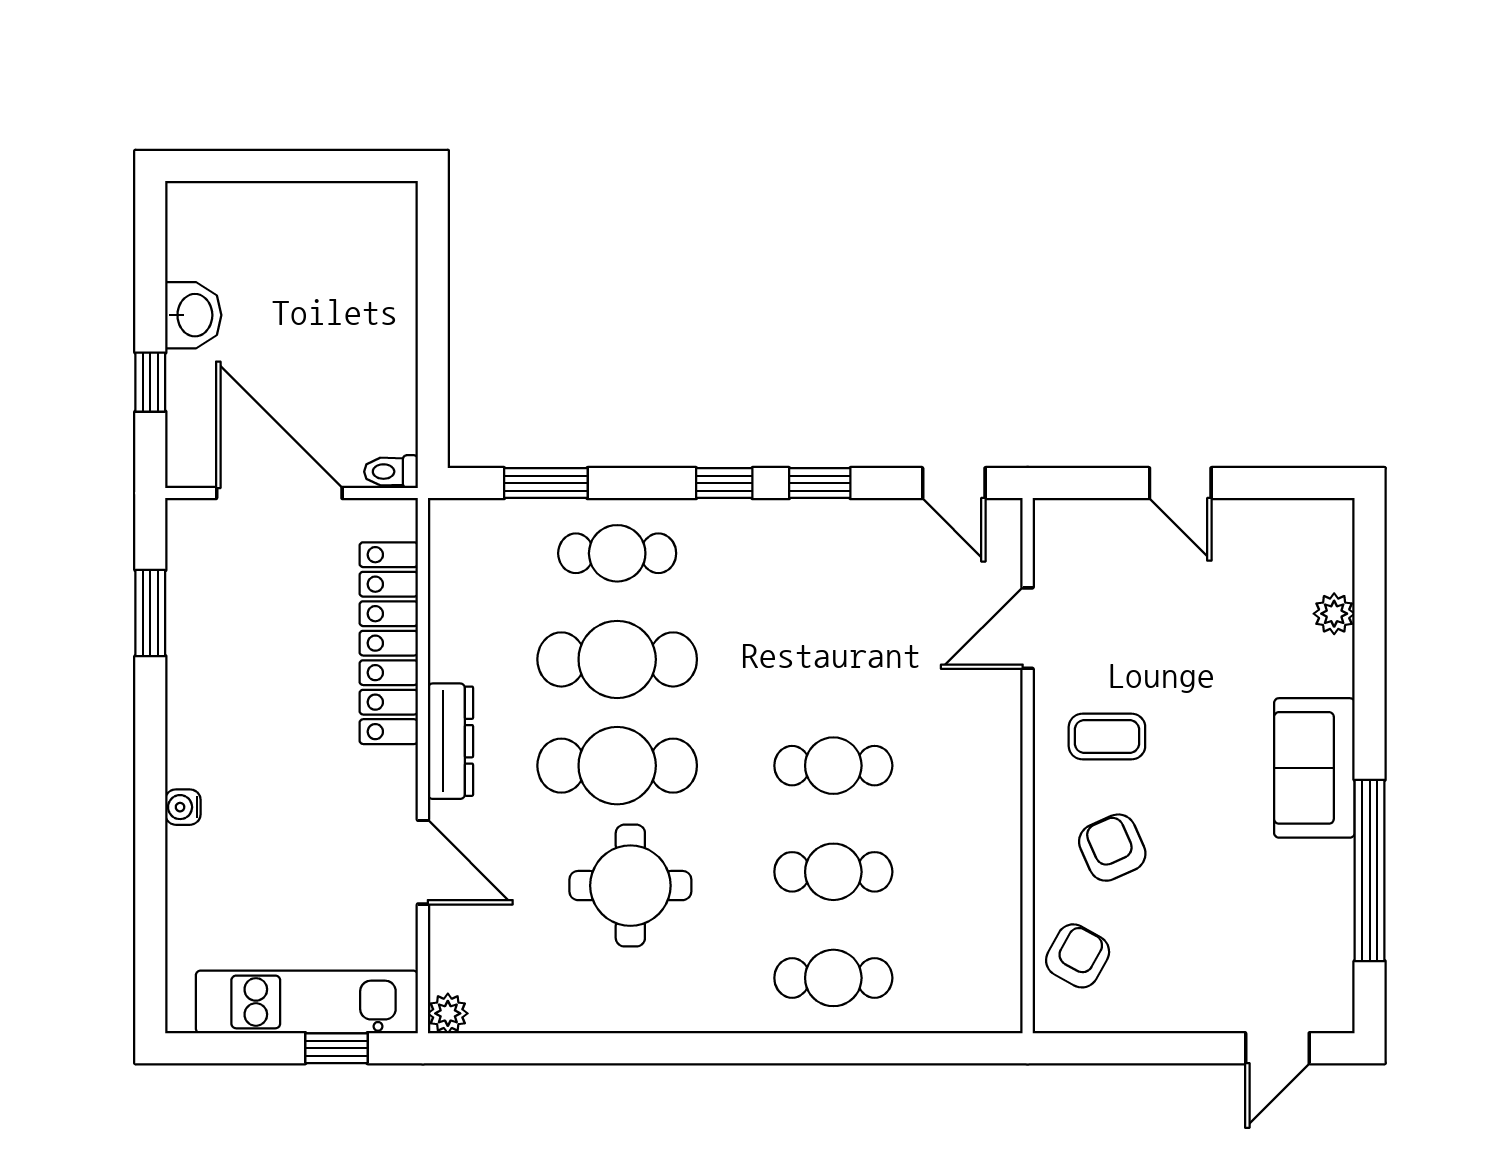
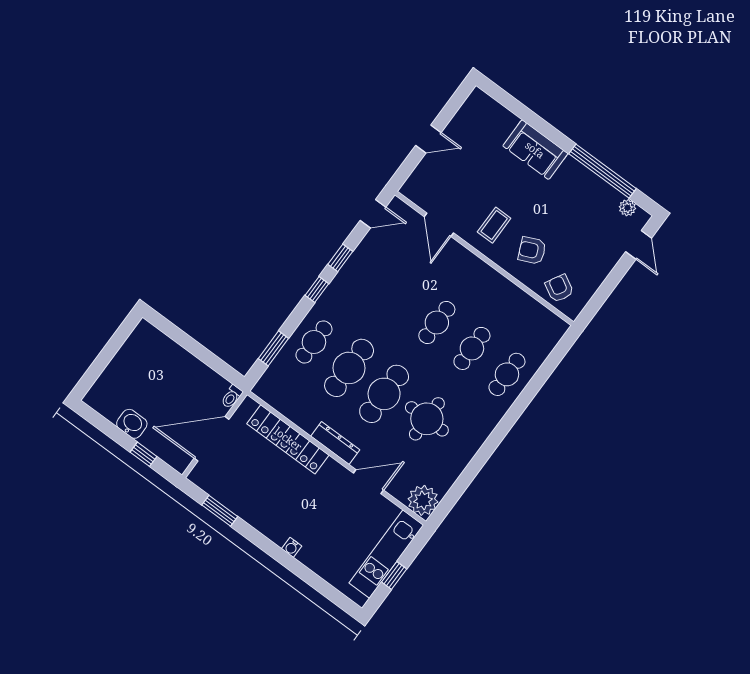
plant: (1334, 614) -> (627, 208), moved
sofa: (1314, 768) -> (535, 150), moved
plant: (448, 1013) -> (423, 500), width x1.88, depth x1.88
window: (336, 1048) -> (394, 575), moved

